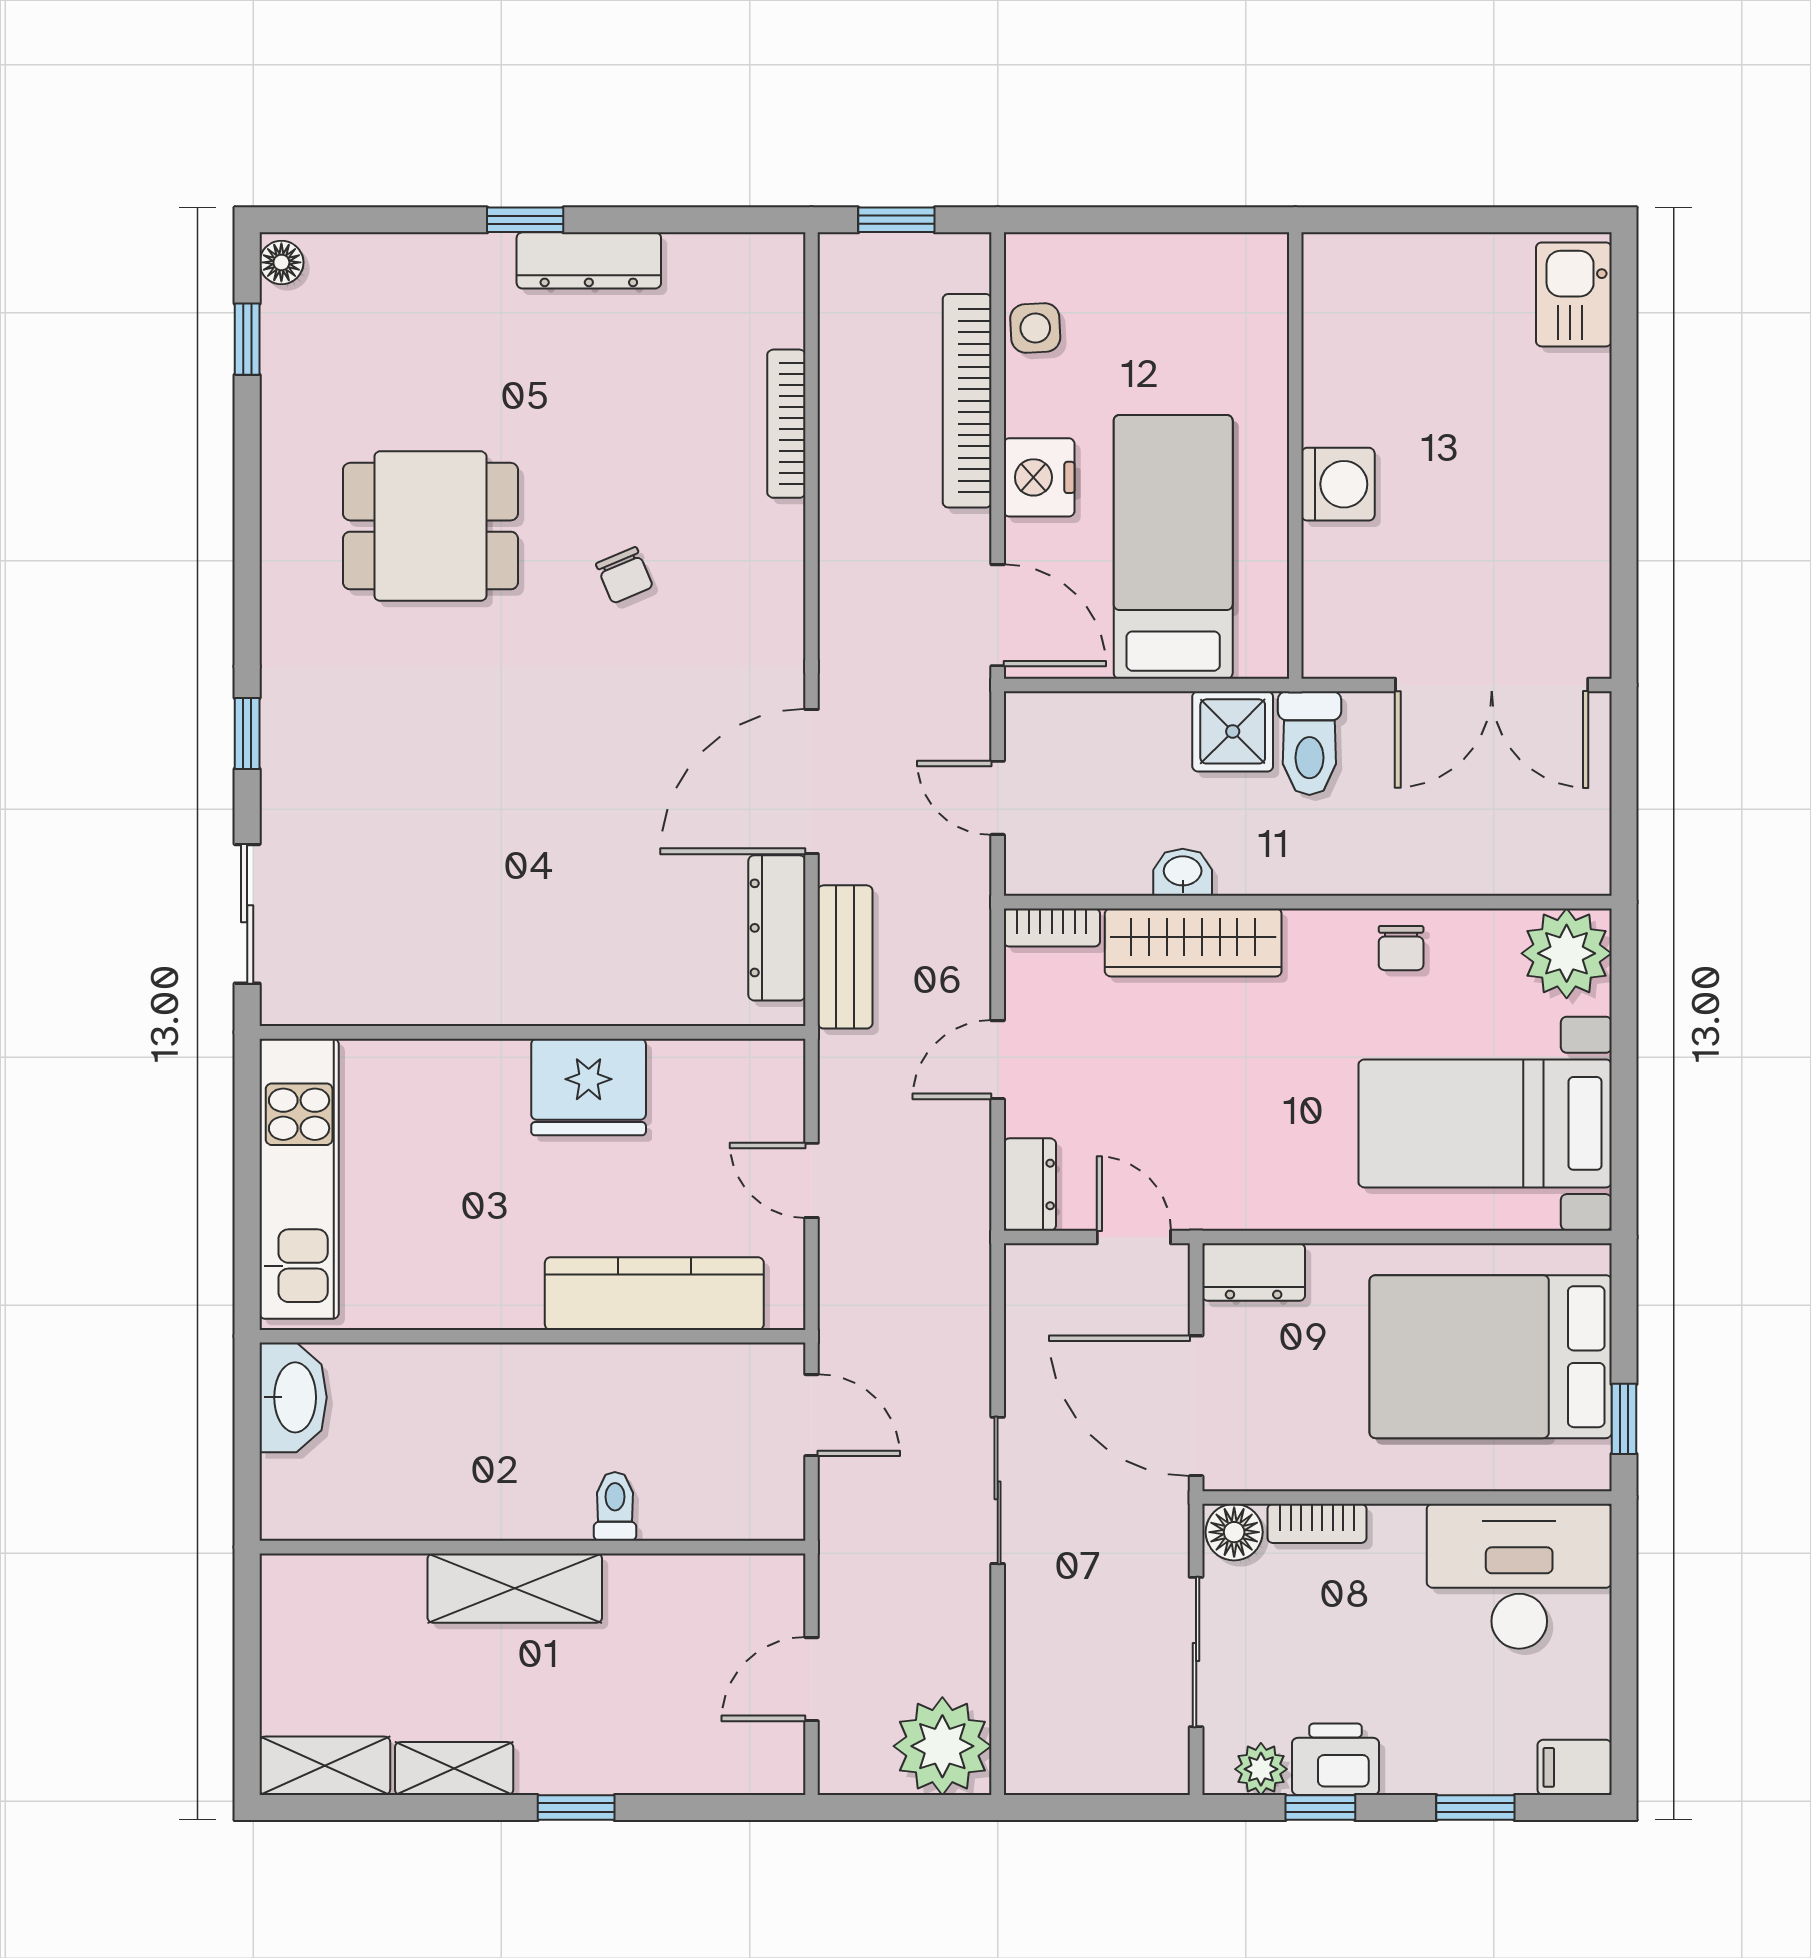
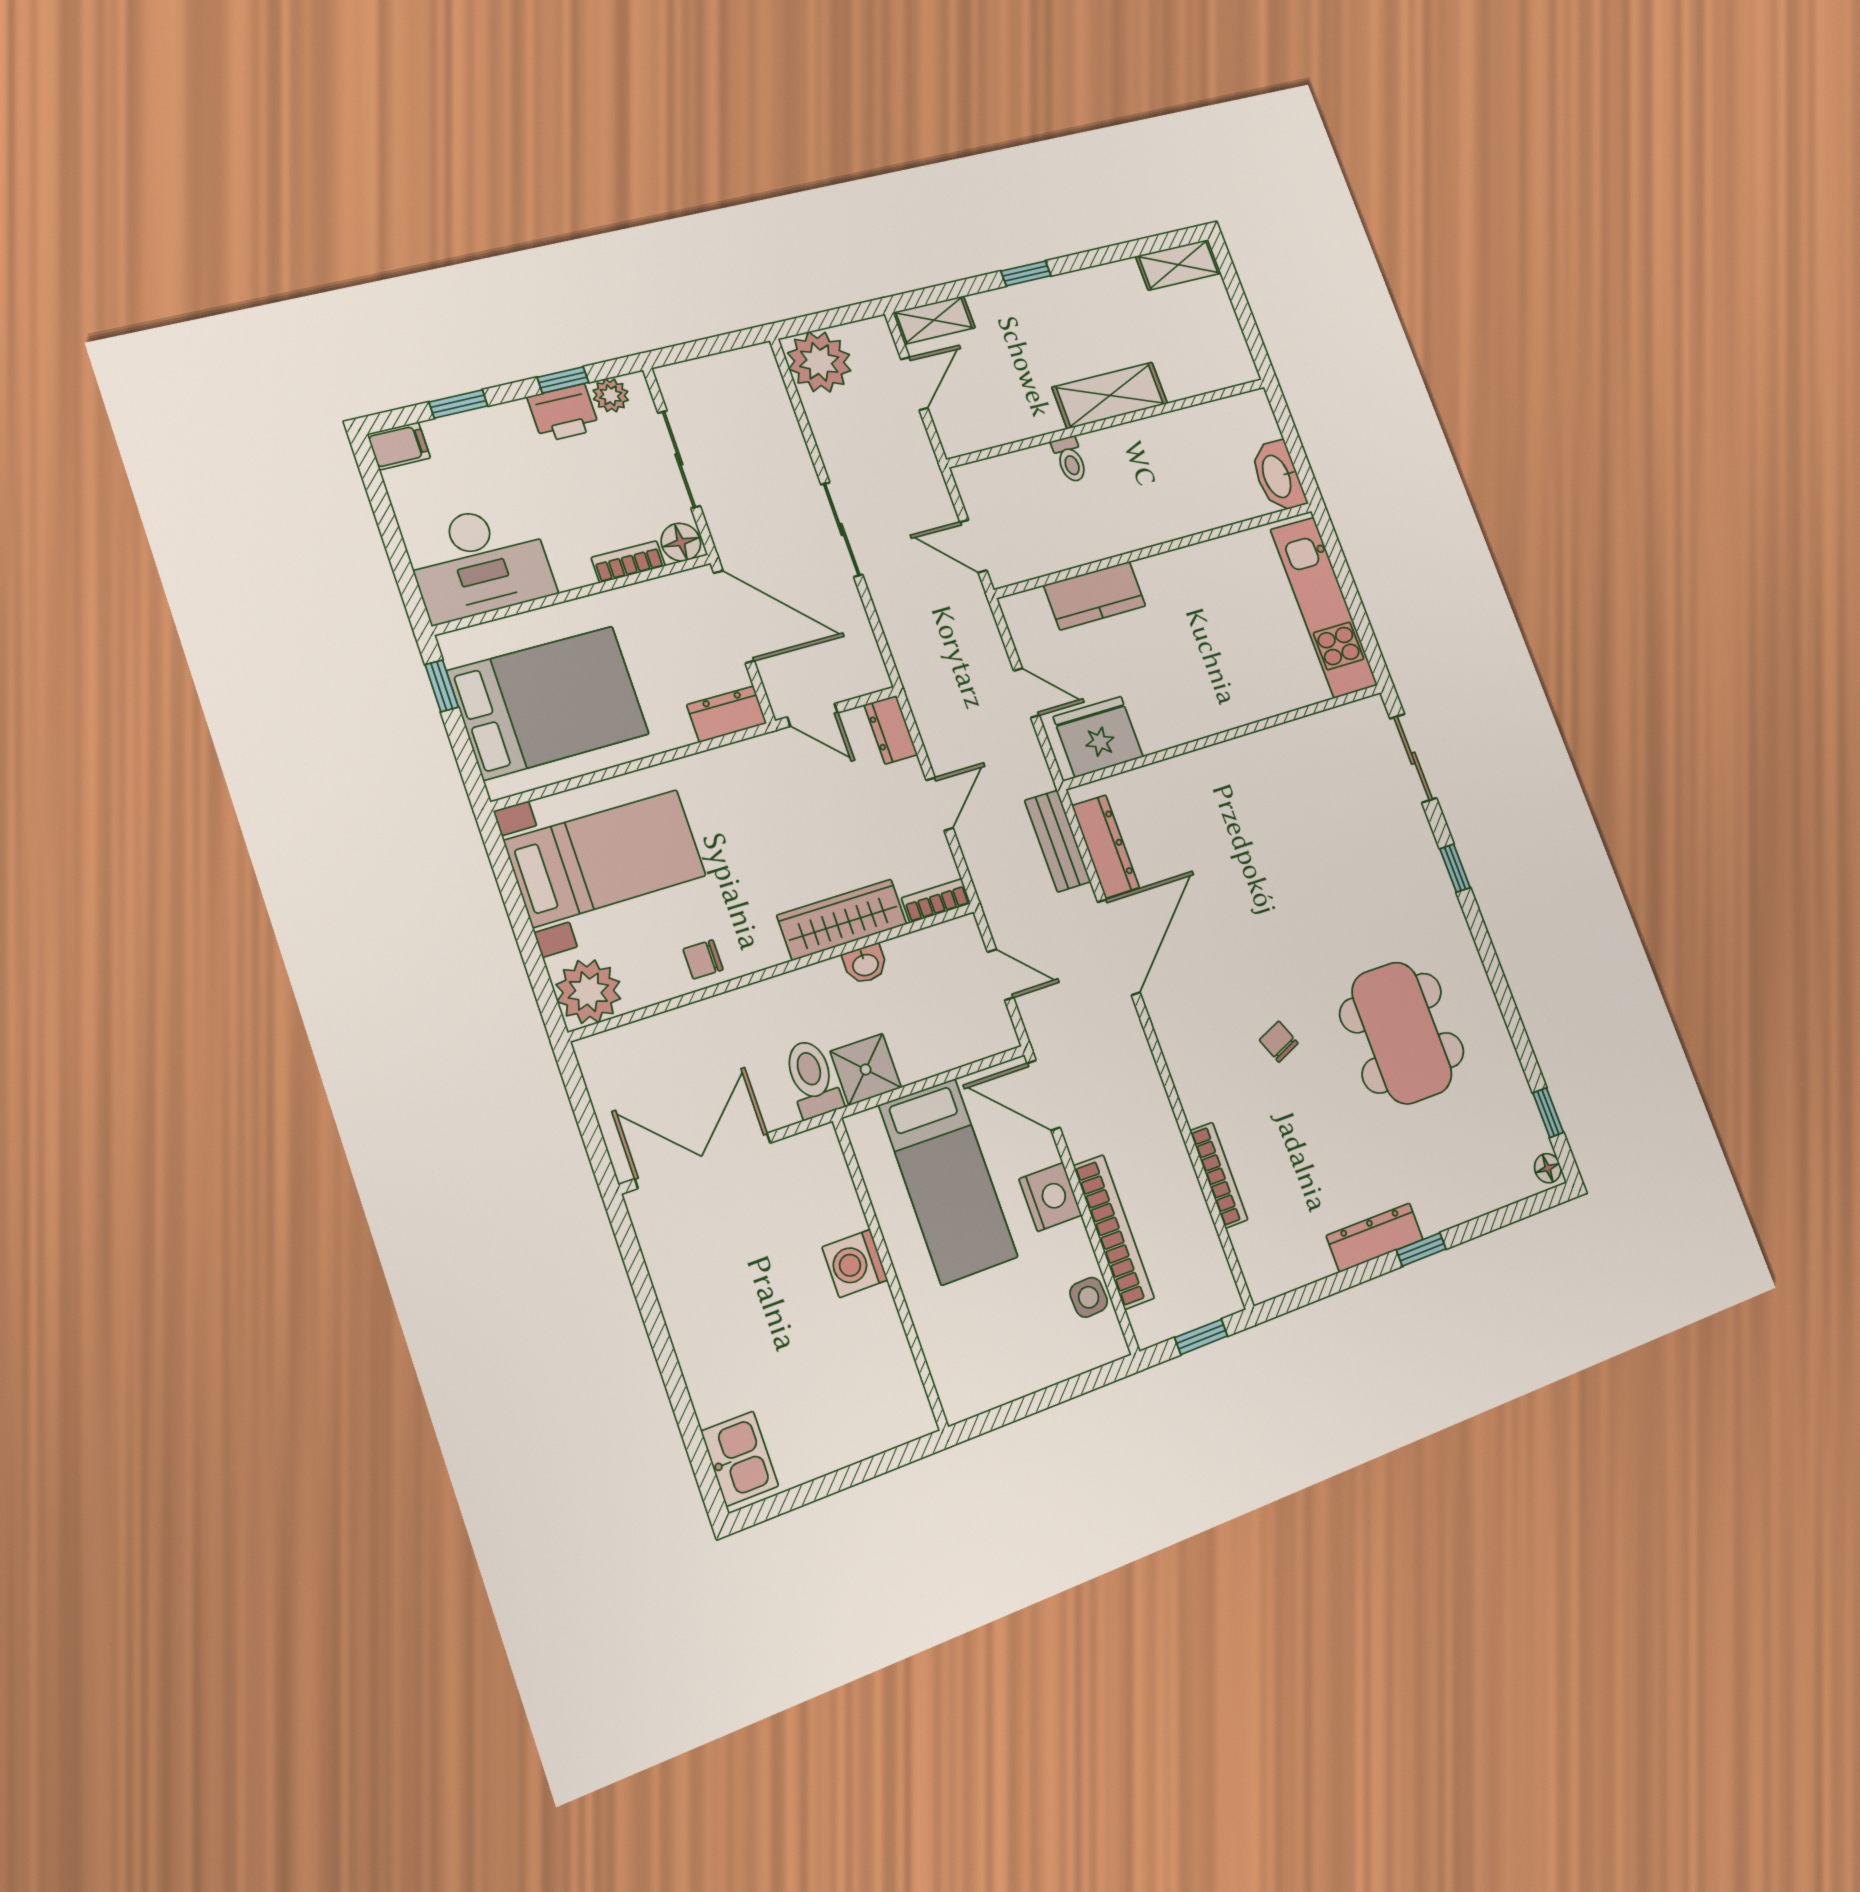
dining table: (430, 526) -> (1402, 1033), width x1.38
chair: (1401, 948) -> (703, 959), turned -90
fridge: (589, 1087) -> (1098, 737), moved
kitchen counter: (654, 1294) -> (1095, 596), width x0.67
shelving: (454, 1769) -> (934, 320), moved

